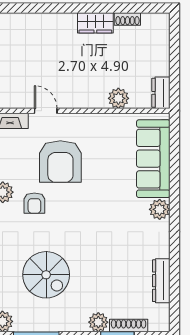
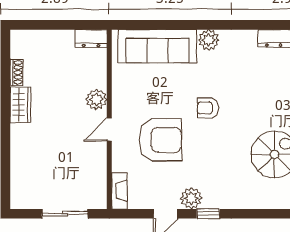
plant: (118, 98) -> (97, 99), moved
door: (46, 111) -> (109, 130), moved
armchair: (34, 203) -> (208, 108), moved, turned 180

